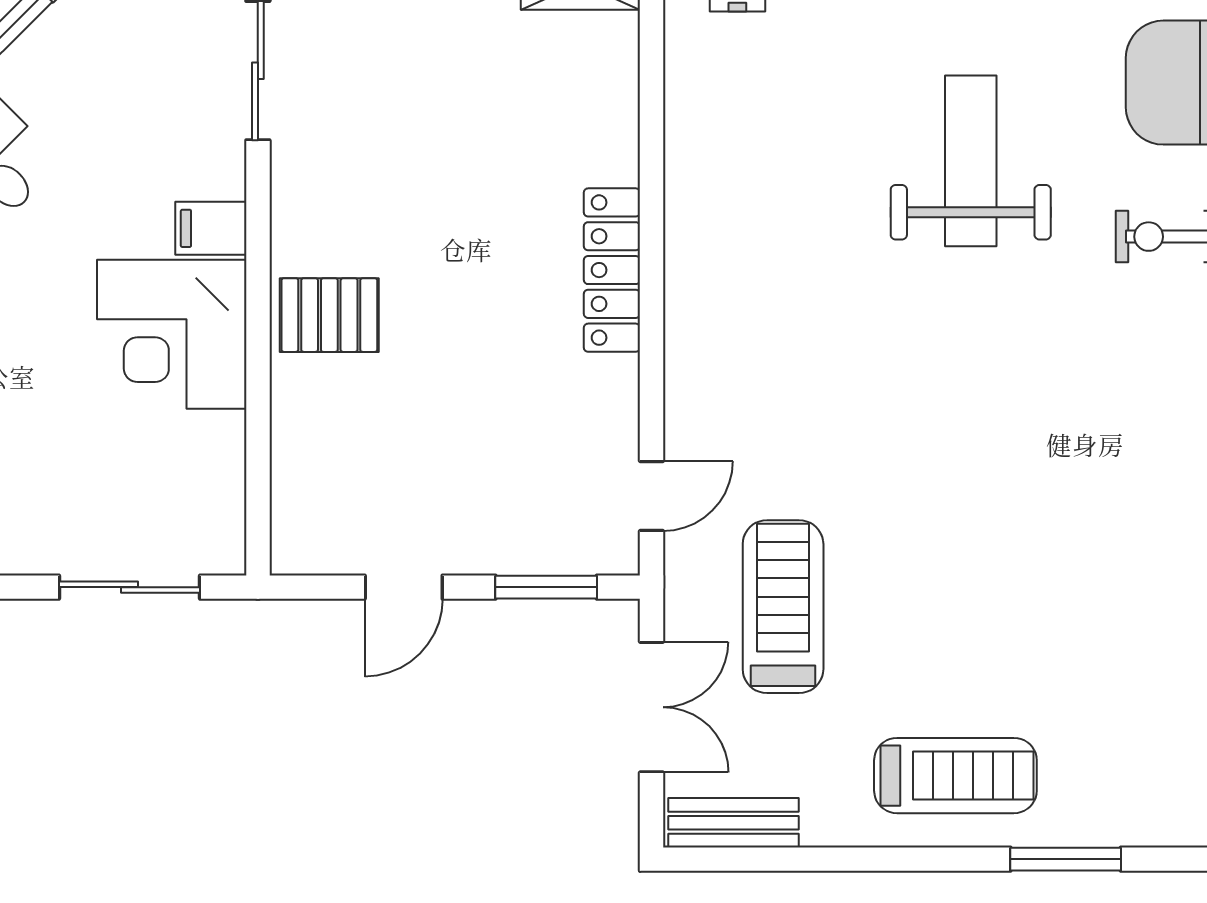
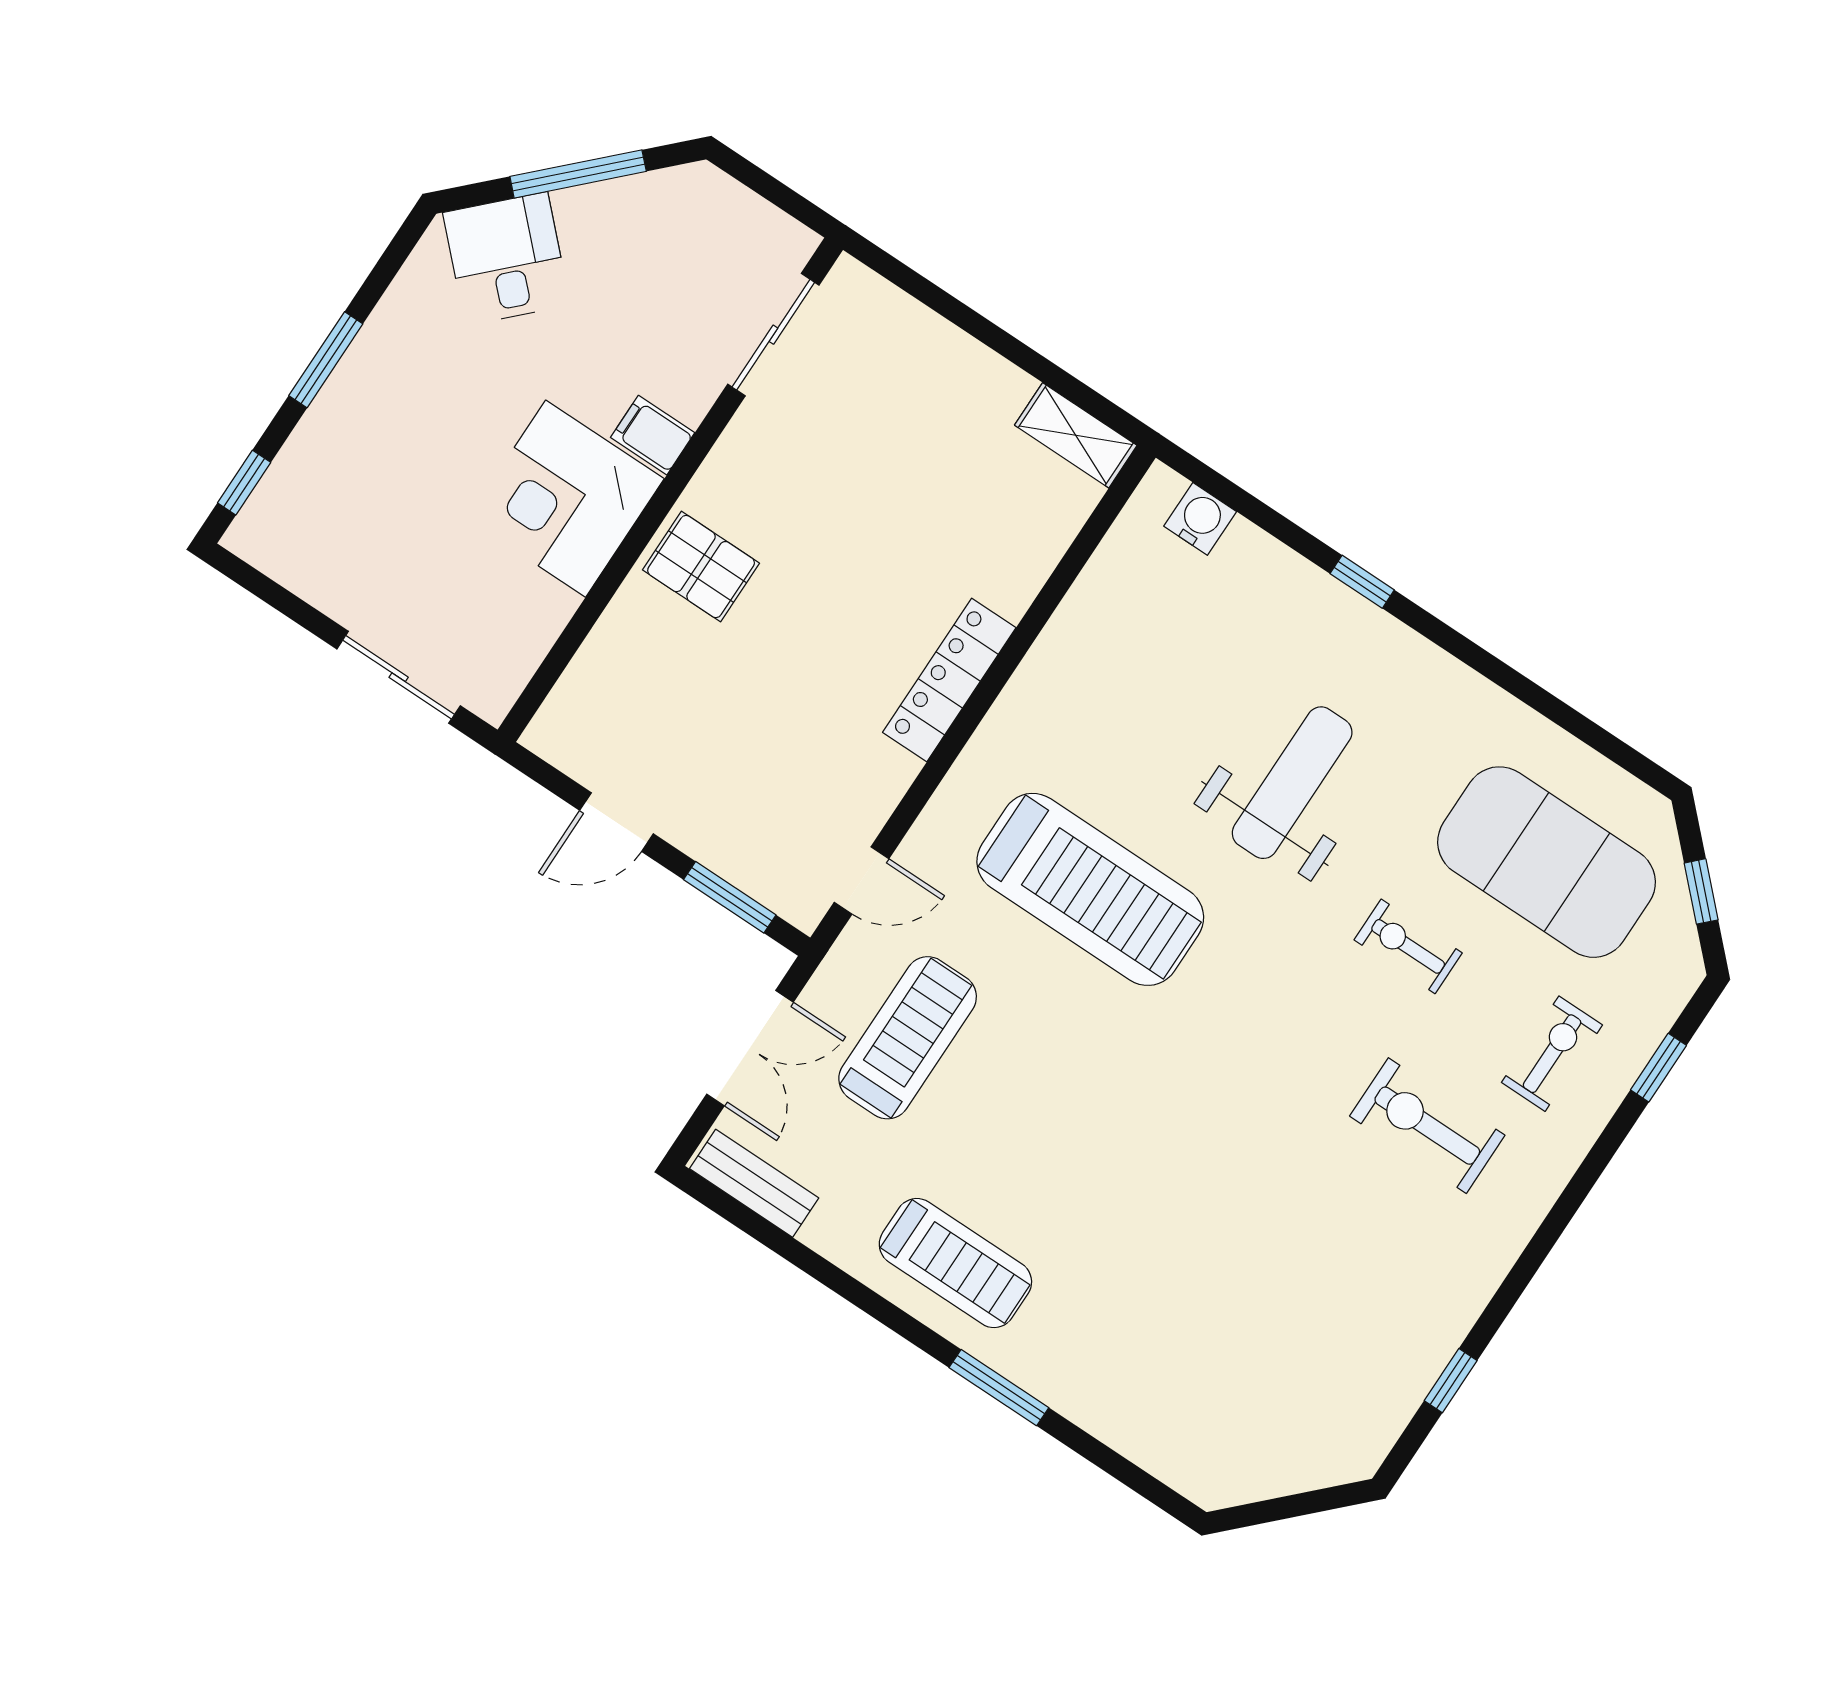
treadmill: (856, 371) -> (1090, 889), added

